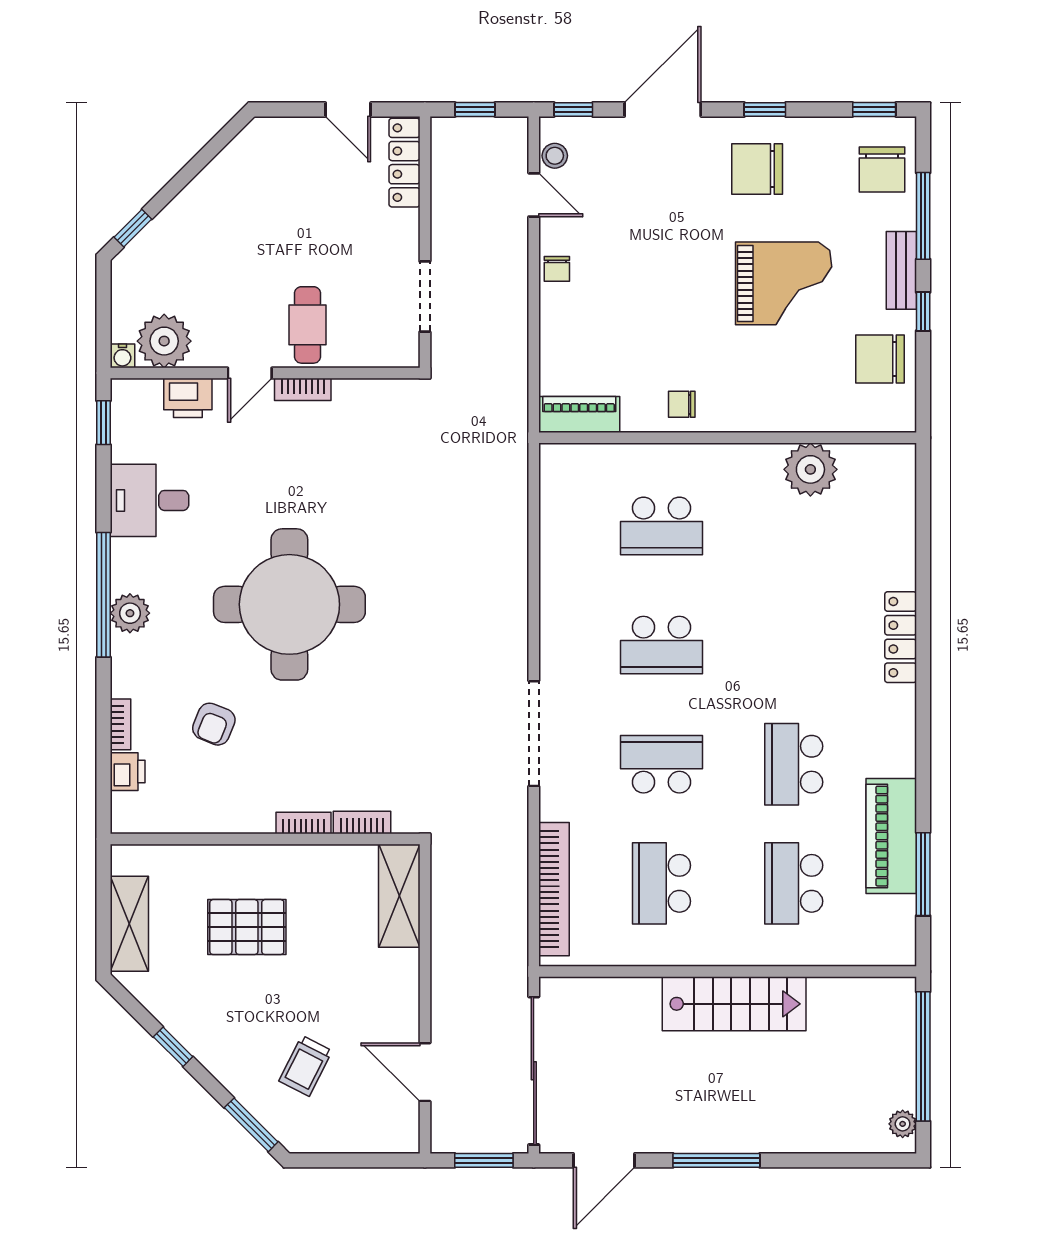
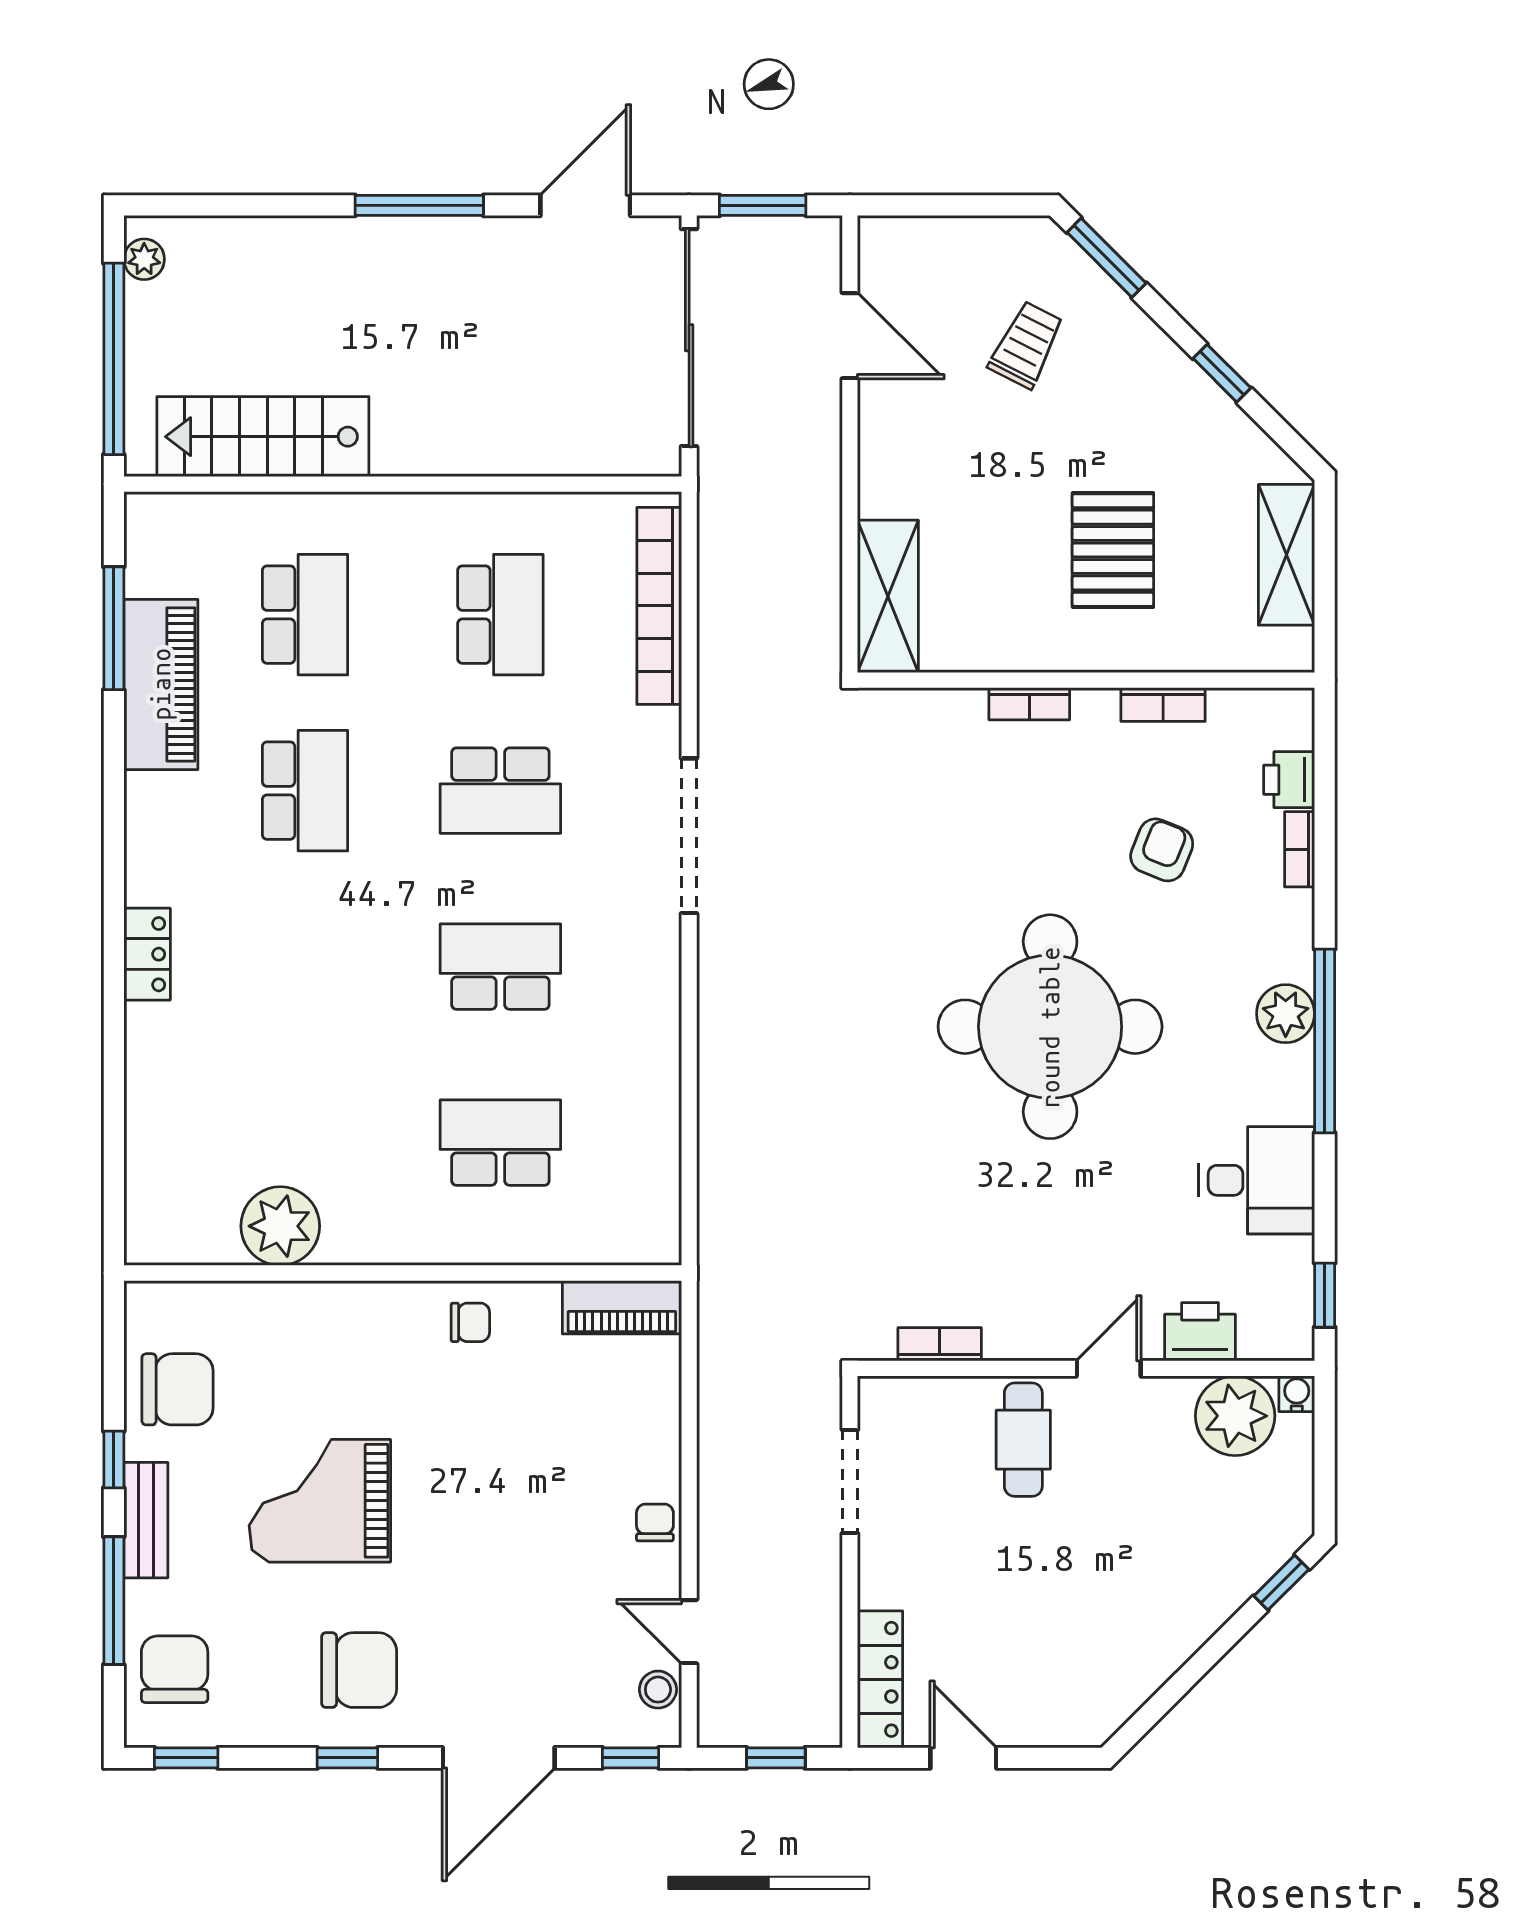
bookcase: (303, 389) -> (940, 1344), moved
locker: (901, 637) -> (147, 954), width x0.66
bookcase: (362, 822) -> (1163, 705), moved
pallet: (247, 927) -> (1113, 550), turned 90
stairs: (734, 1004) -> (263, 437), moved

